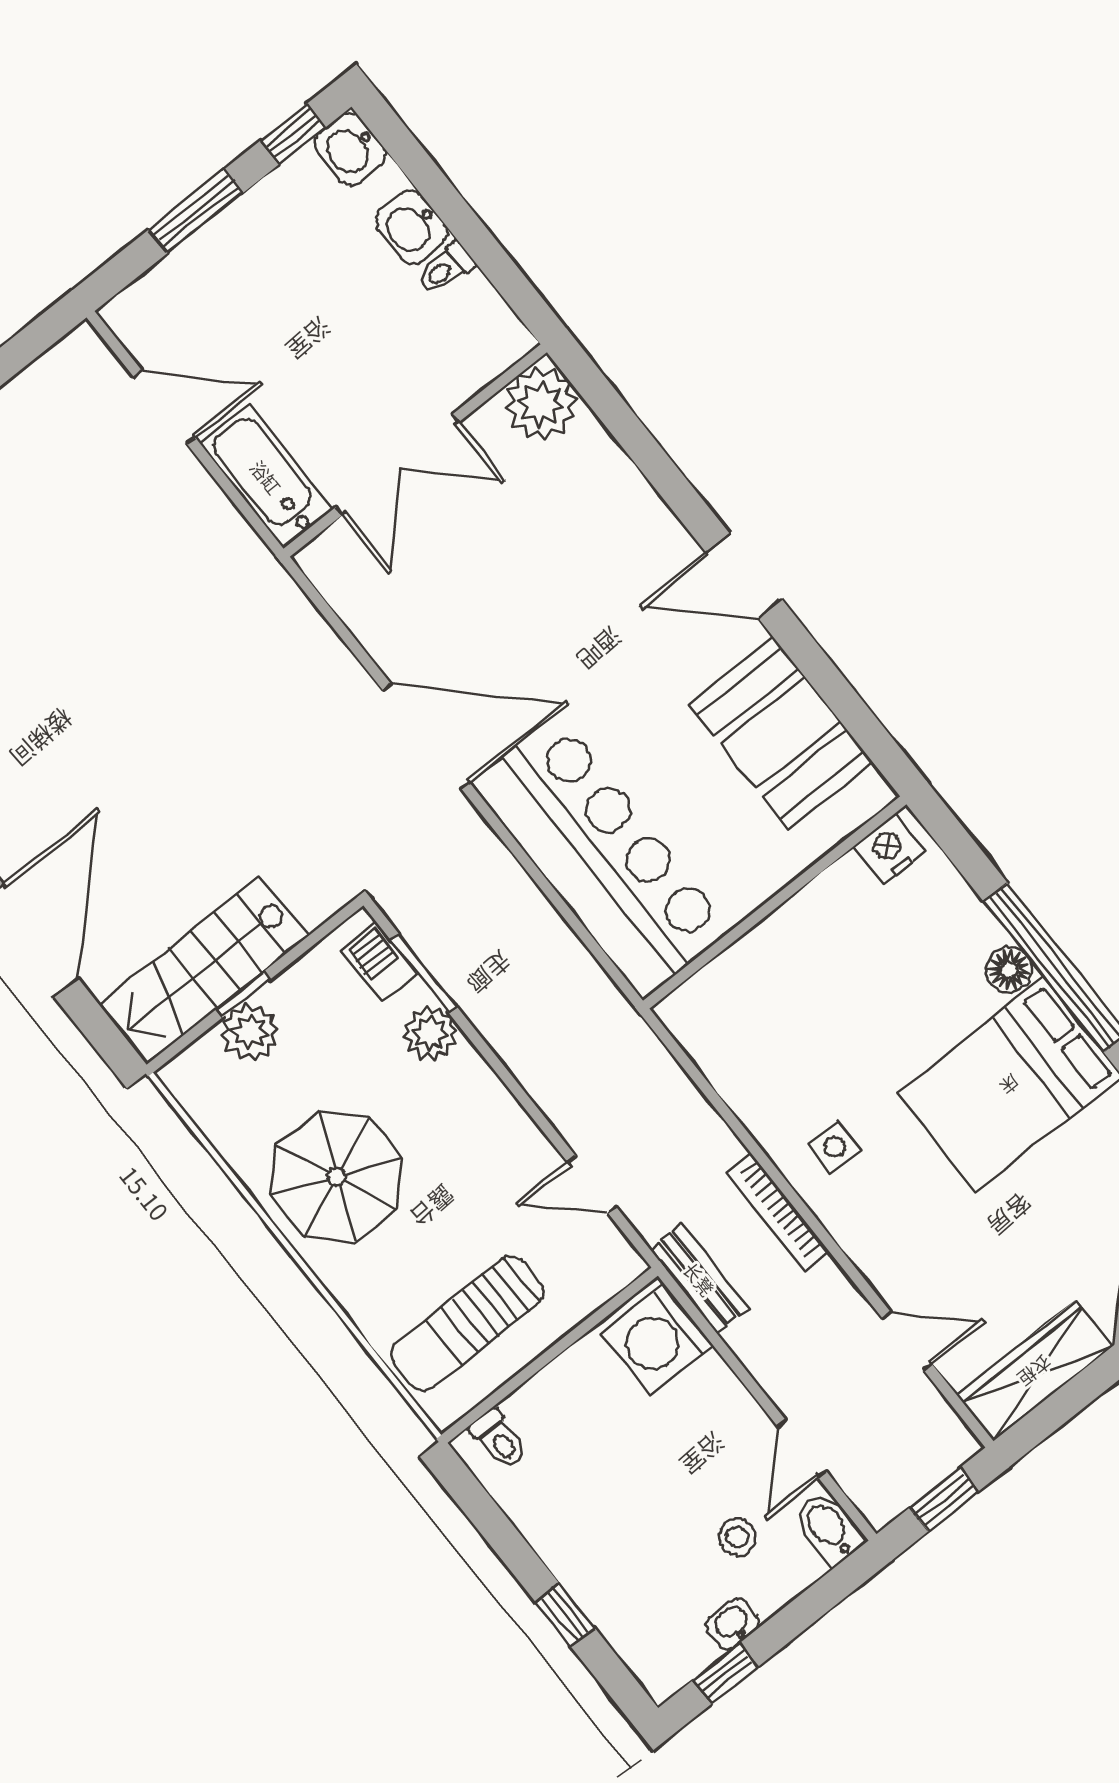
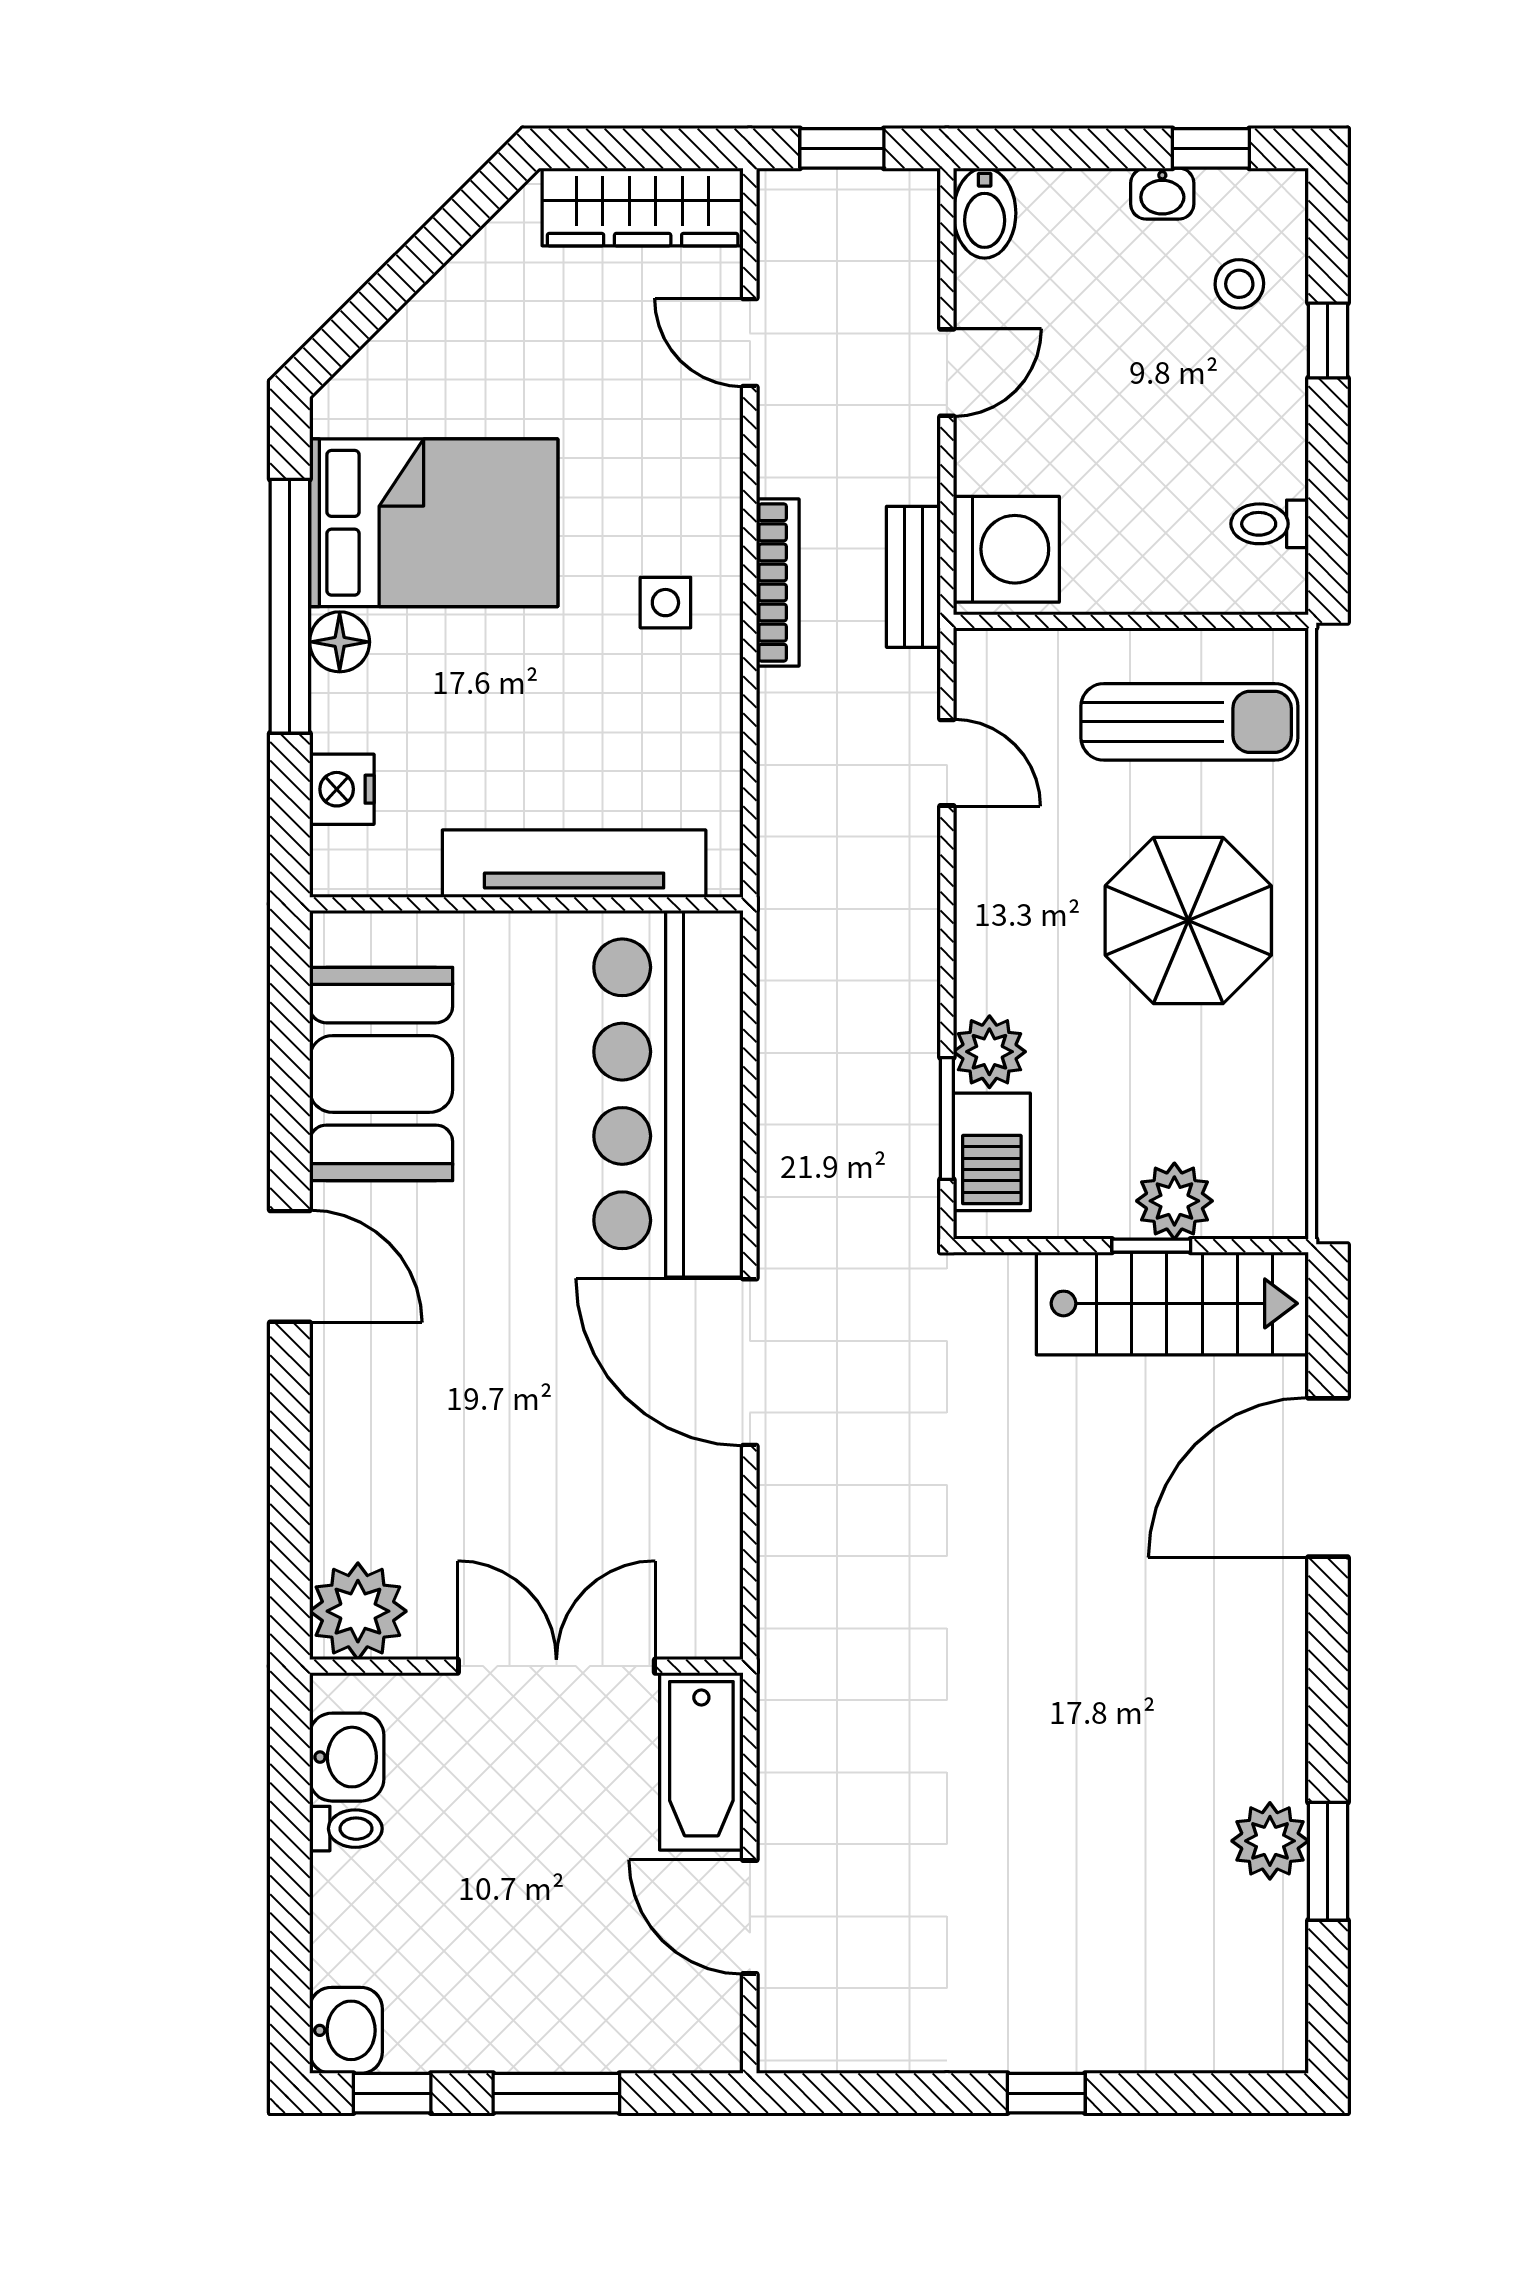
washbasin: (411, 227) -> (347, 1757), moved
nightstand: (890, 849) -> (342, 789), moved, turned 90
tv unit: (765, 949) -> (574, 864), added
barbecue: (379, 962) -> (992, 1152), width x1.38, depth x1.27
parasol: (337, 1177) -> (1188, 921), moved
toilet: (499, 1439) -> (1270, 524), moved, turned -90
door: (802, 1449) -> (947, 373), moved
stool: (737, 1537) -> (1239, 284), moved

